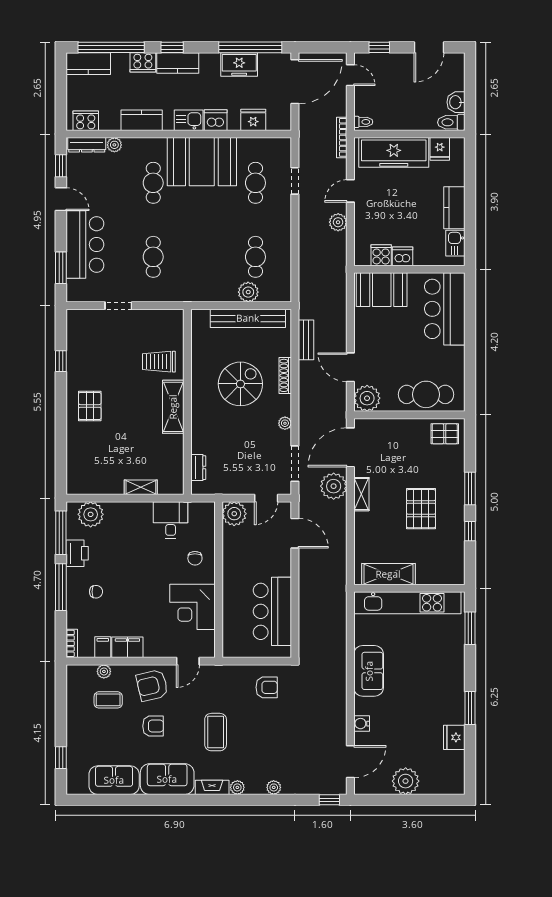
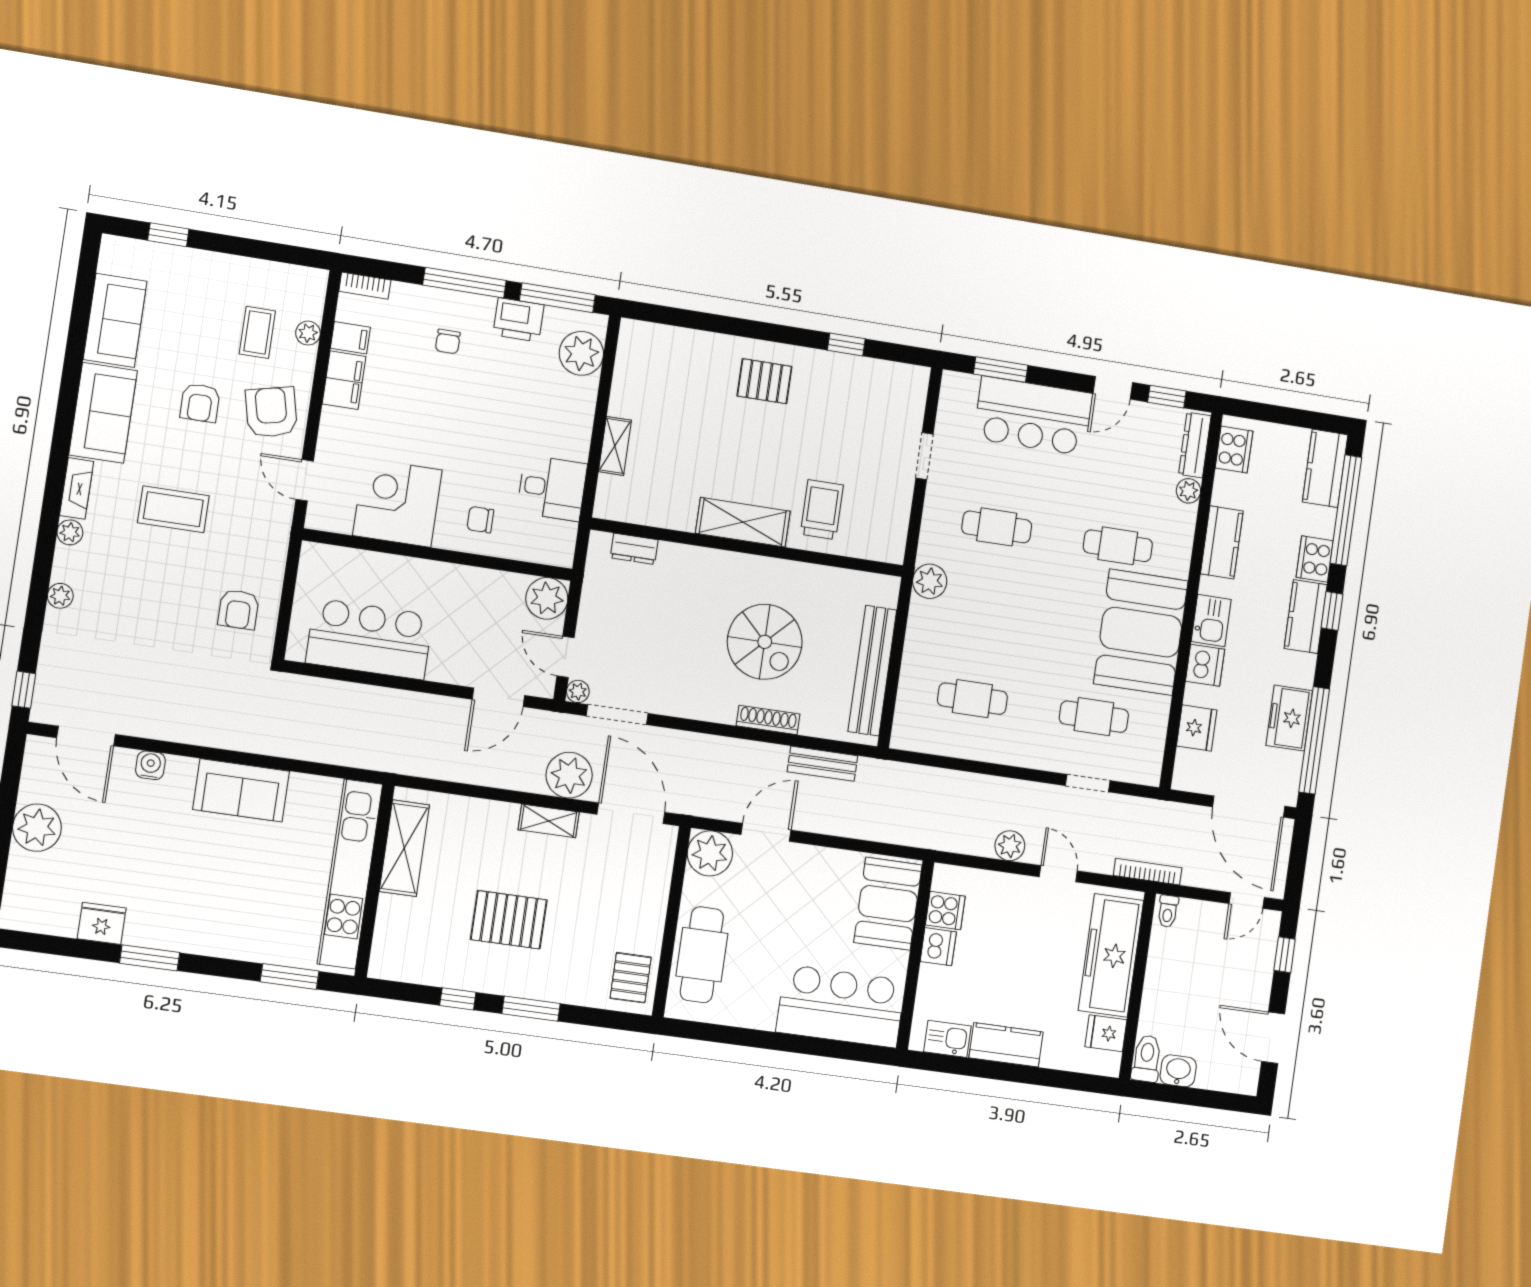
plant: (248, 292) -> (930, 581), moved
plant: (285, 423) -> (578, 691), moved

